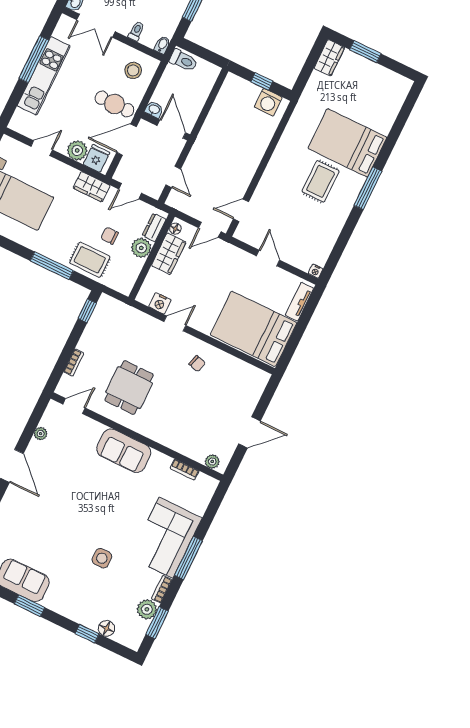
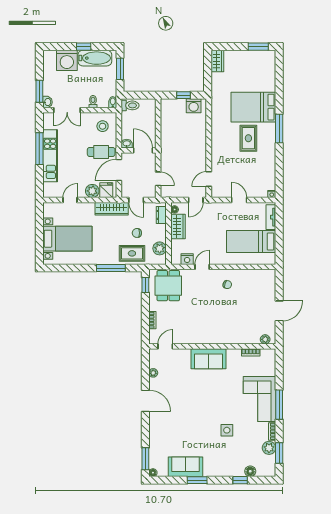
window: (365, 52) -> (258, 47), moved
wardrobe: (92, 187) -> (112, 209), width x1.50
door: (130, 191) -> (136, 200), hinge flipped
plant: (141, 248) -> (160, 248), moved
bed: (253, 329) -> (251, 242), width x0.67
dining table: (129, 388) -> (168, 286), moved

